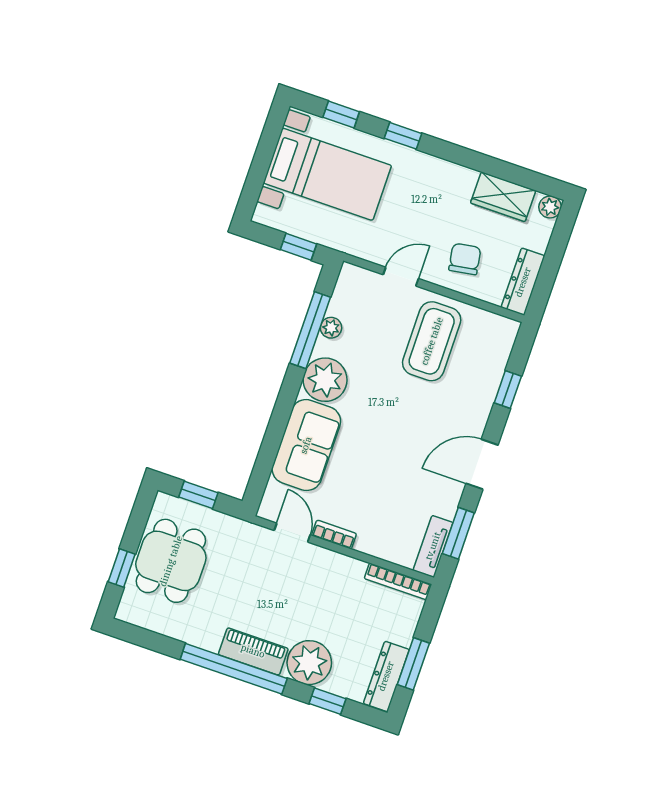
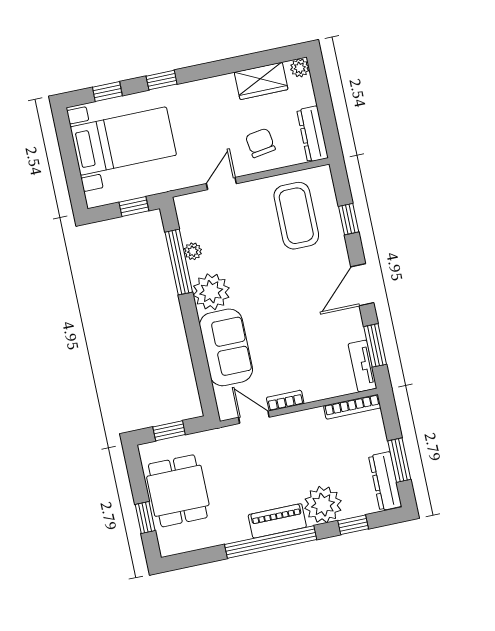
coffee table: (432, 341) -> (296, 216), moved

